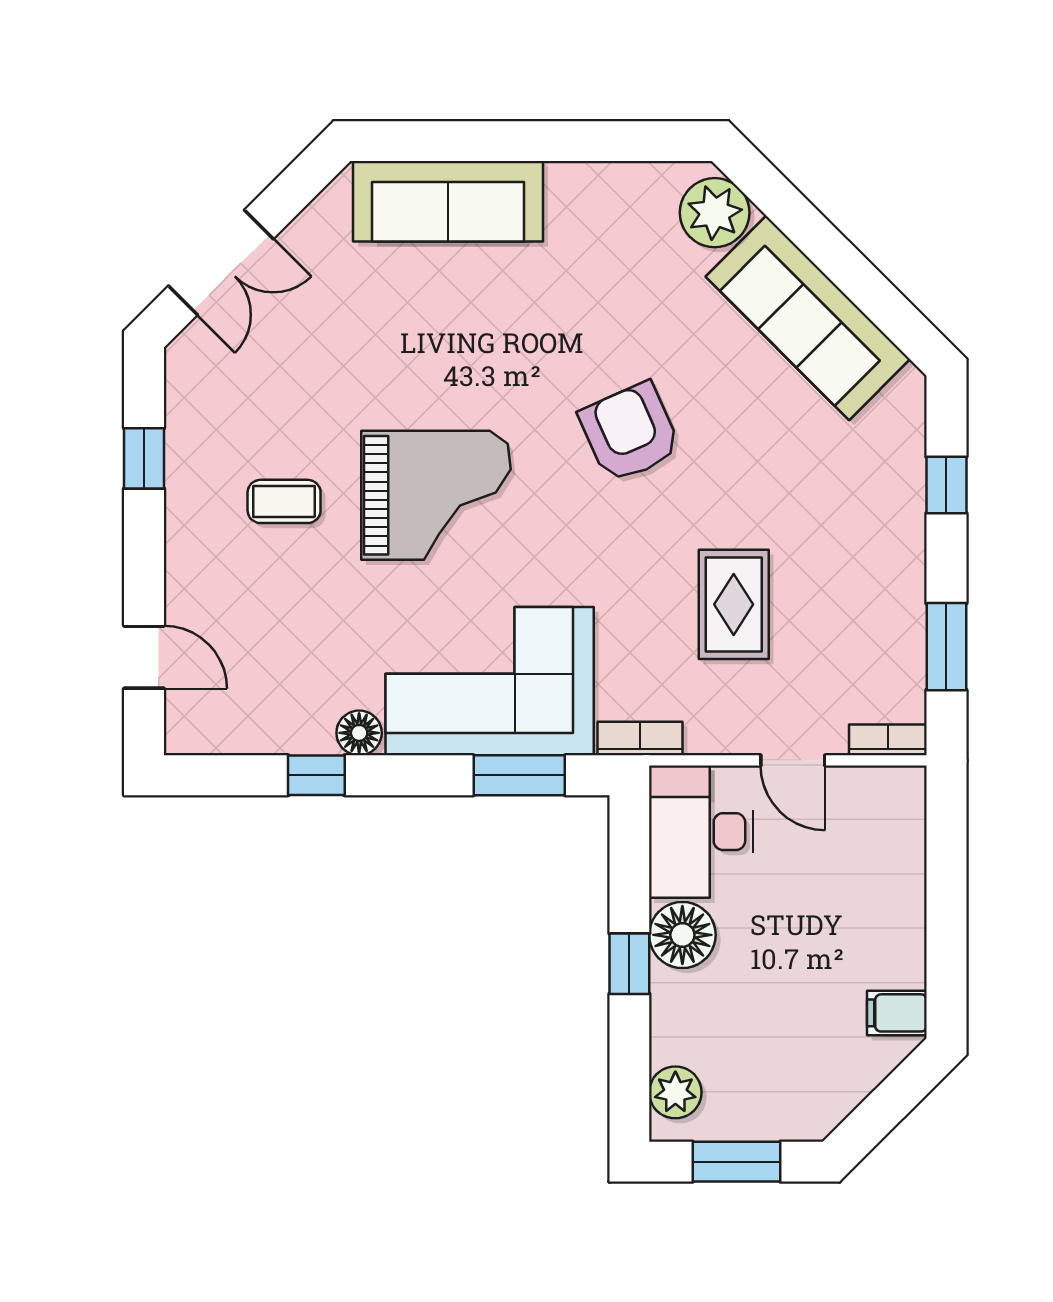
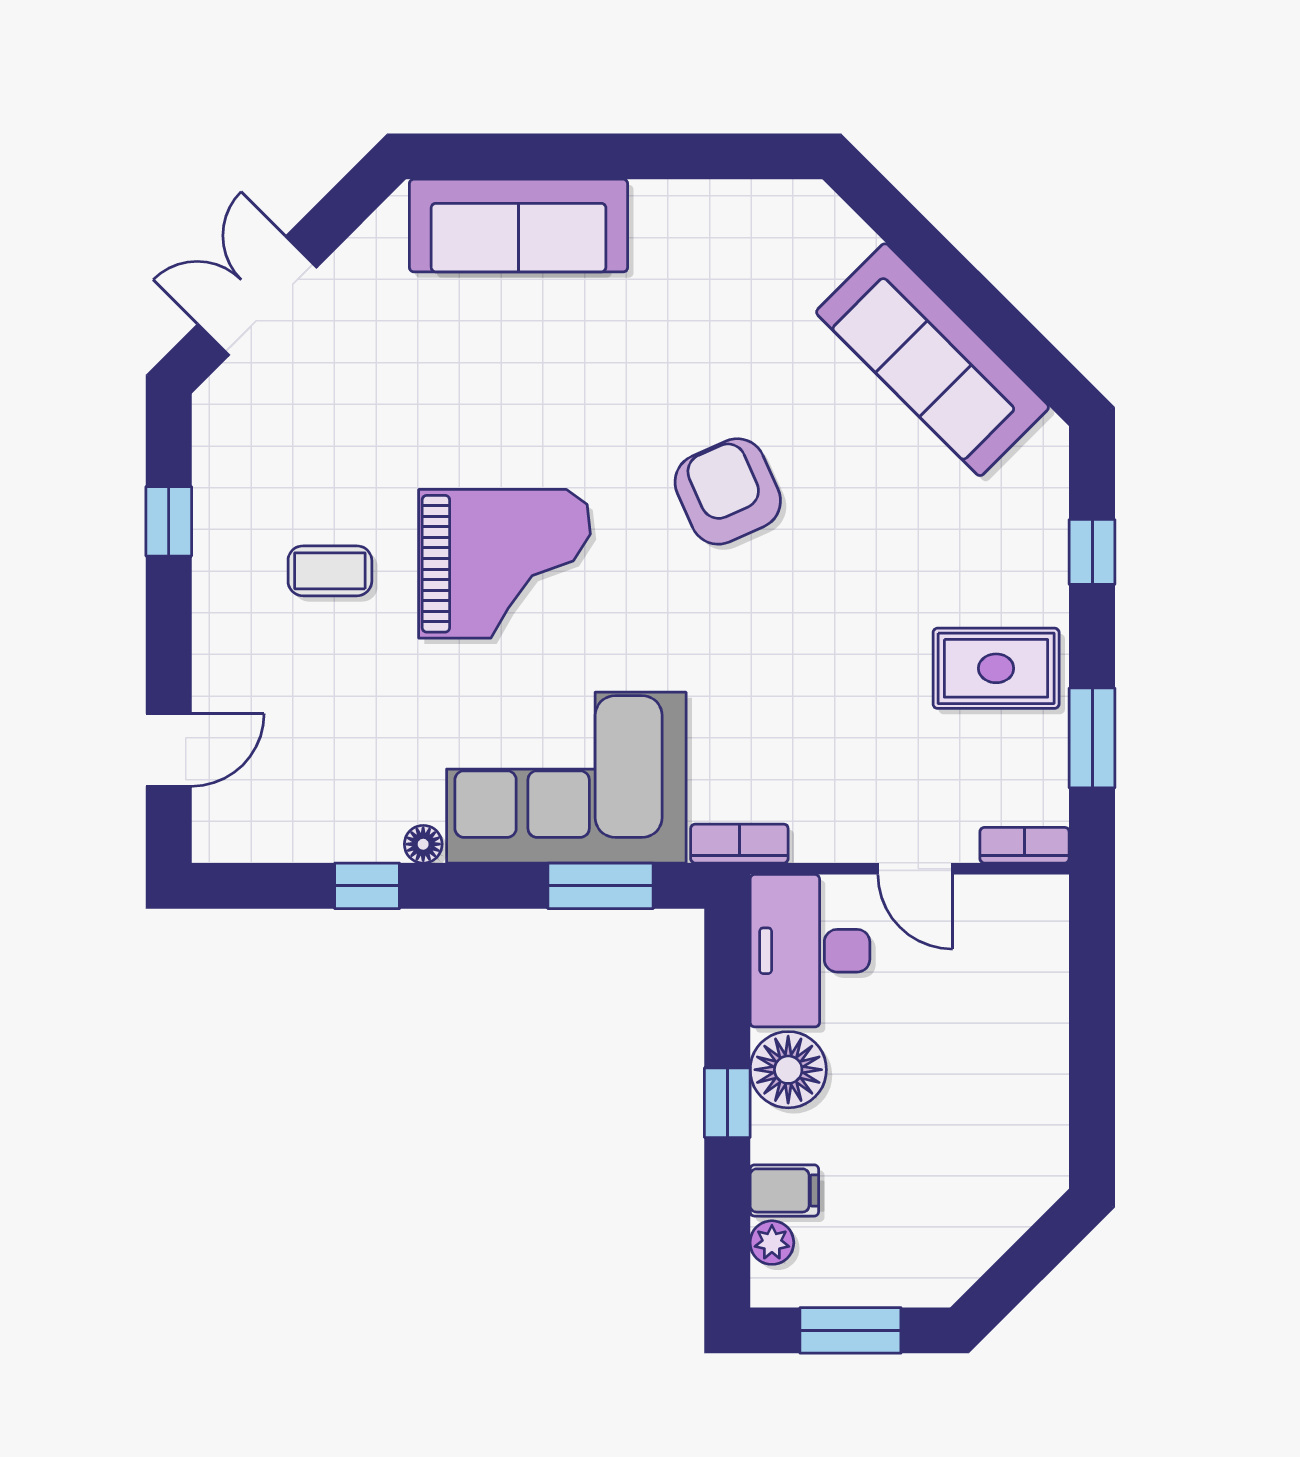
plant: (715, 213) -> (825, 239), removed
double door: (221, 262) -> (257, 296), swing flipped
rug: (734, 604) -> (996, 668), moved, turned 90
door: (144, 657) -> (169, 750), hinge flipped
floor lamp: (359, 733) -> (423, 844), width x0.73, depth x0.73
filing cabinet: (897, 1013) -> (784, 1190), moved, turned 180
plant: (675, 1092) -> (772, 1243), width x0.73, depth x0.73

